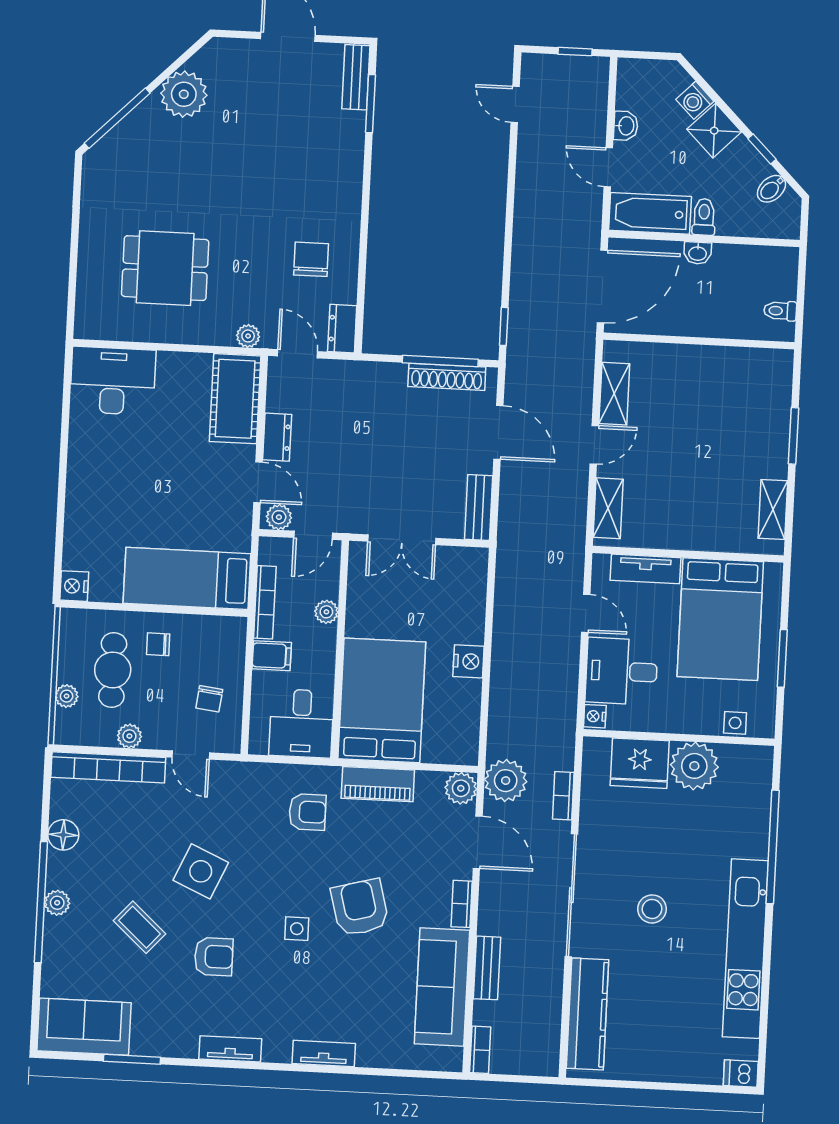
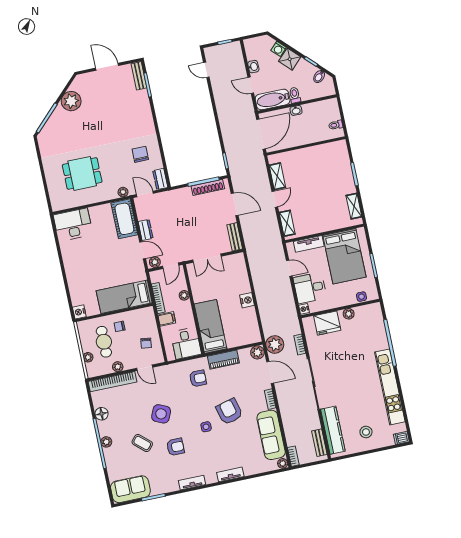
bed: (382, 700) -> (211, 326), width x0.67
plant: (694, 766) -> (349, 314), width x0.53, depth x0.53
stool: (652, 909) -> (366, 432), moved
bench: (487, 968) -> (319, 443), moved
plant: (451, 1060) -> (283, 463), added

